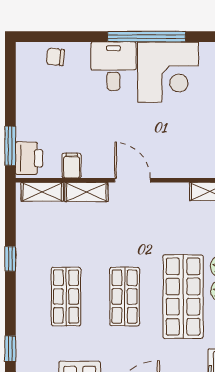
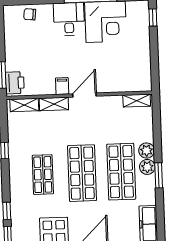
filing cabinet: (72, 166) -> (62, 86), moved
door: (132, 180) -> (84, 95), hinge flipped
shop shelf: (125, 297) -> (82, 173), width x1.43, depth x1.36

